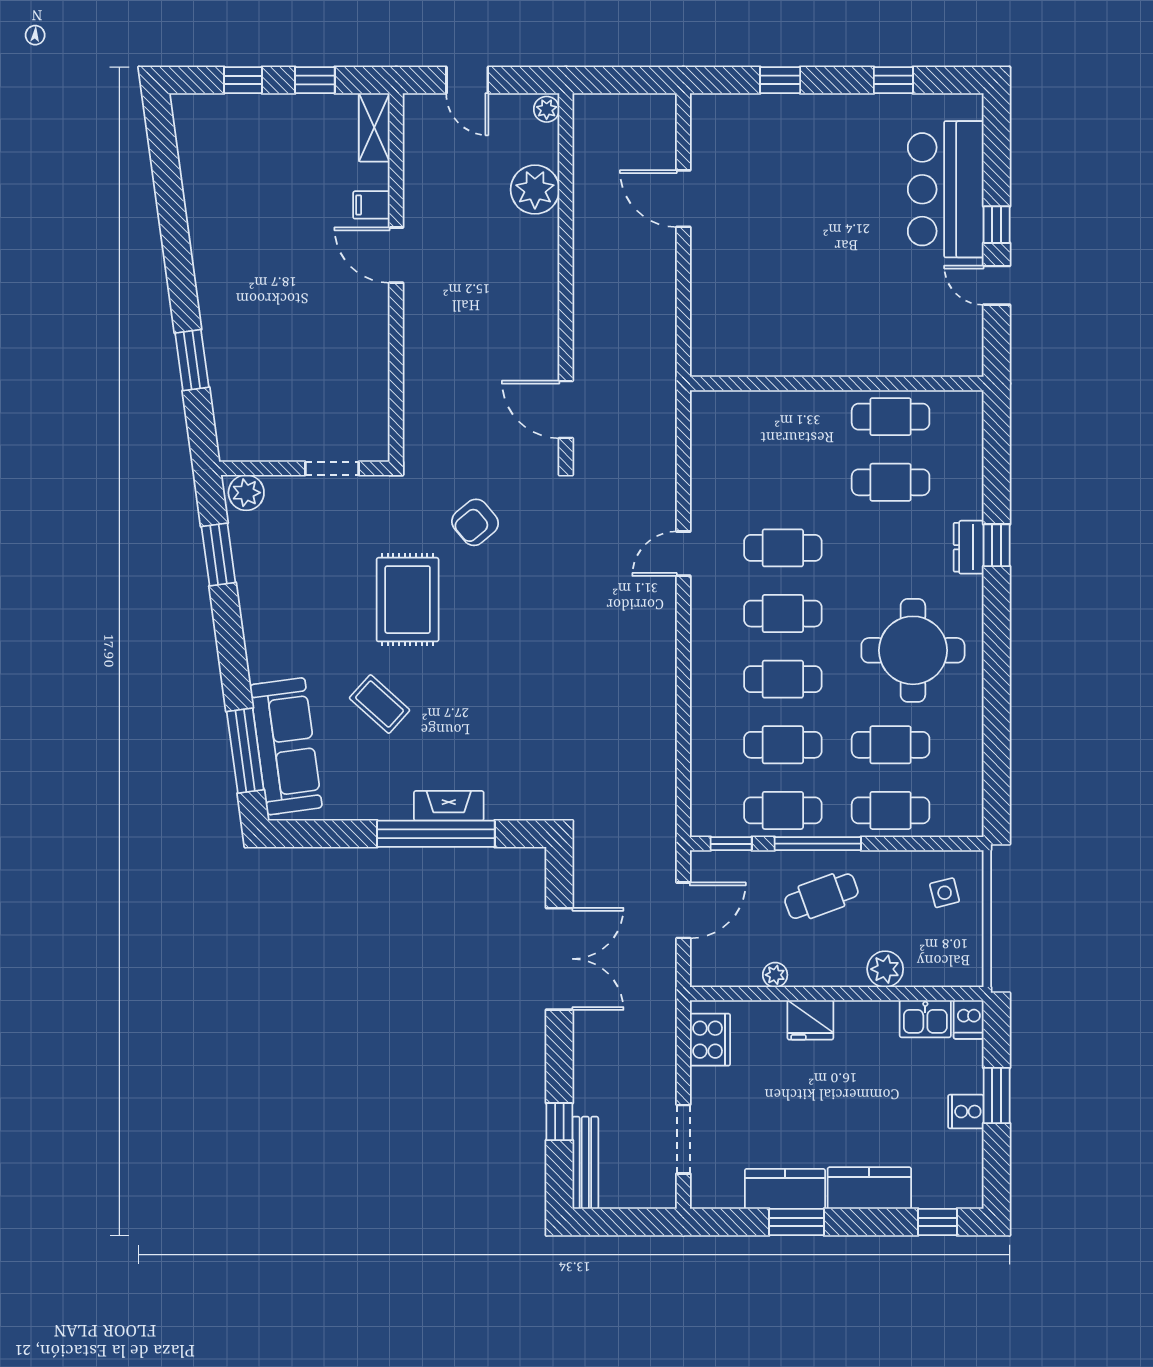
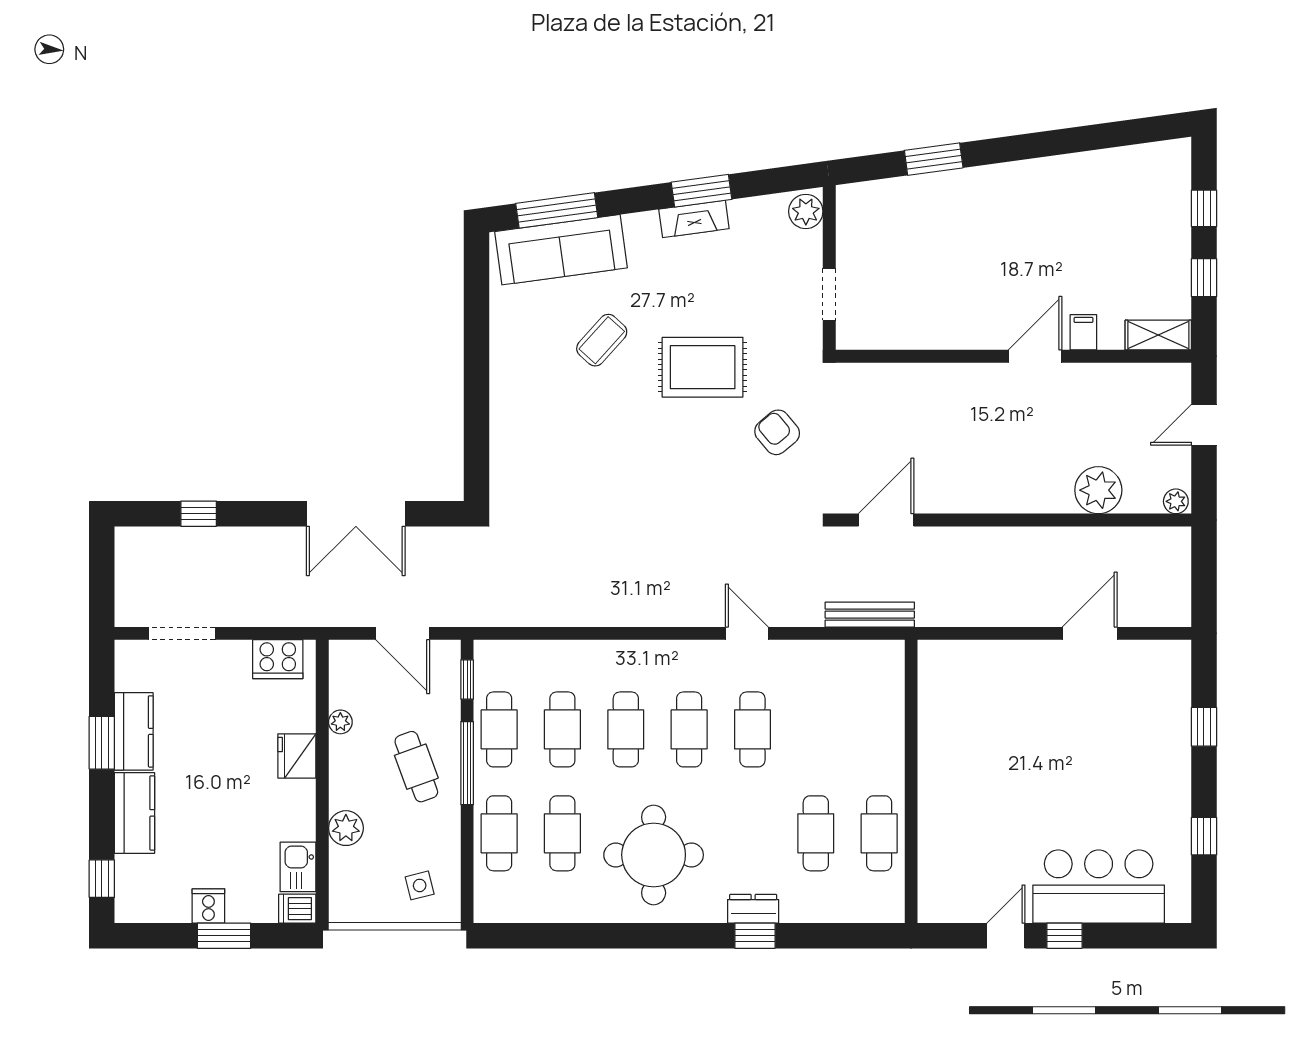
window: (218, 555) -> (702, 191), moved
fireplace: (449, 806) -> (694, 219), moved, turned 82
window: (436, 834) -> (477, 394), removed
bench: (585, 1163) -> (870, 615), moved

